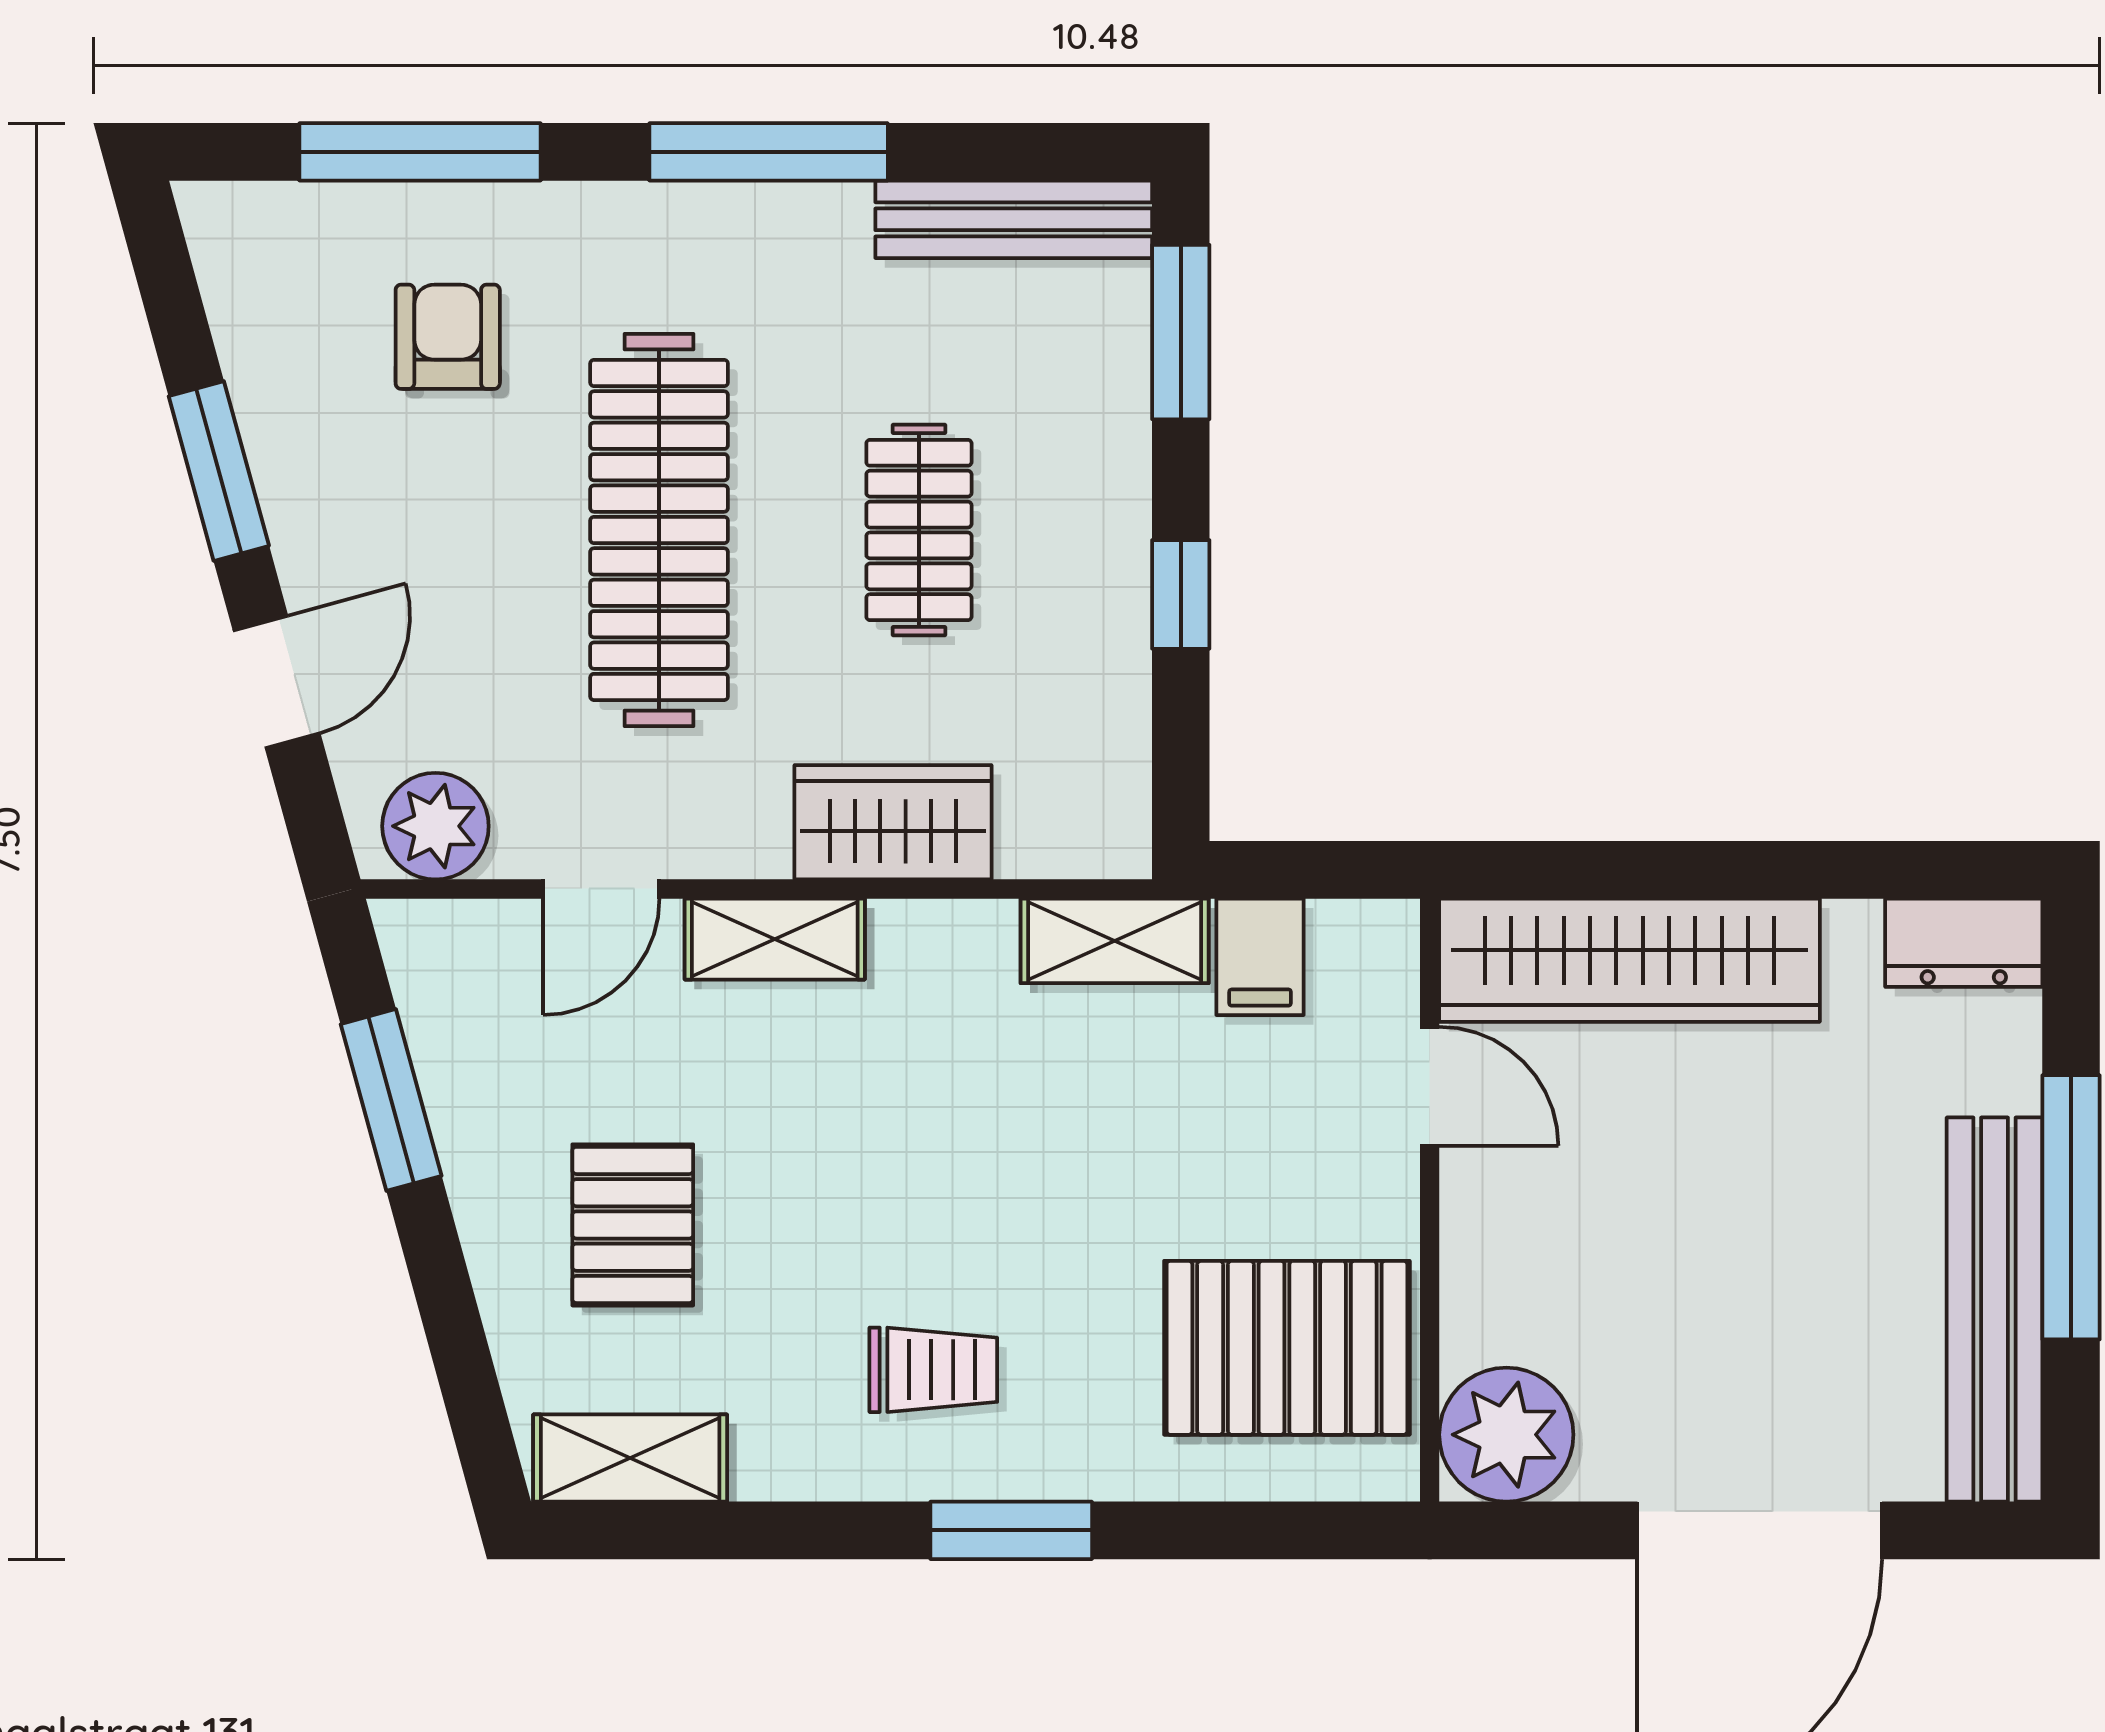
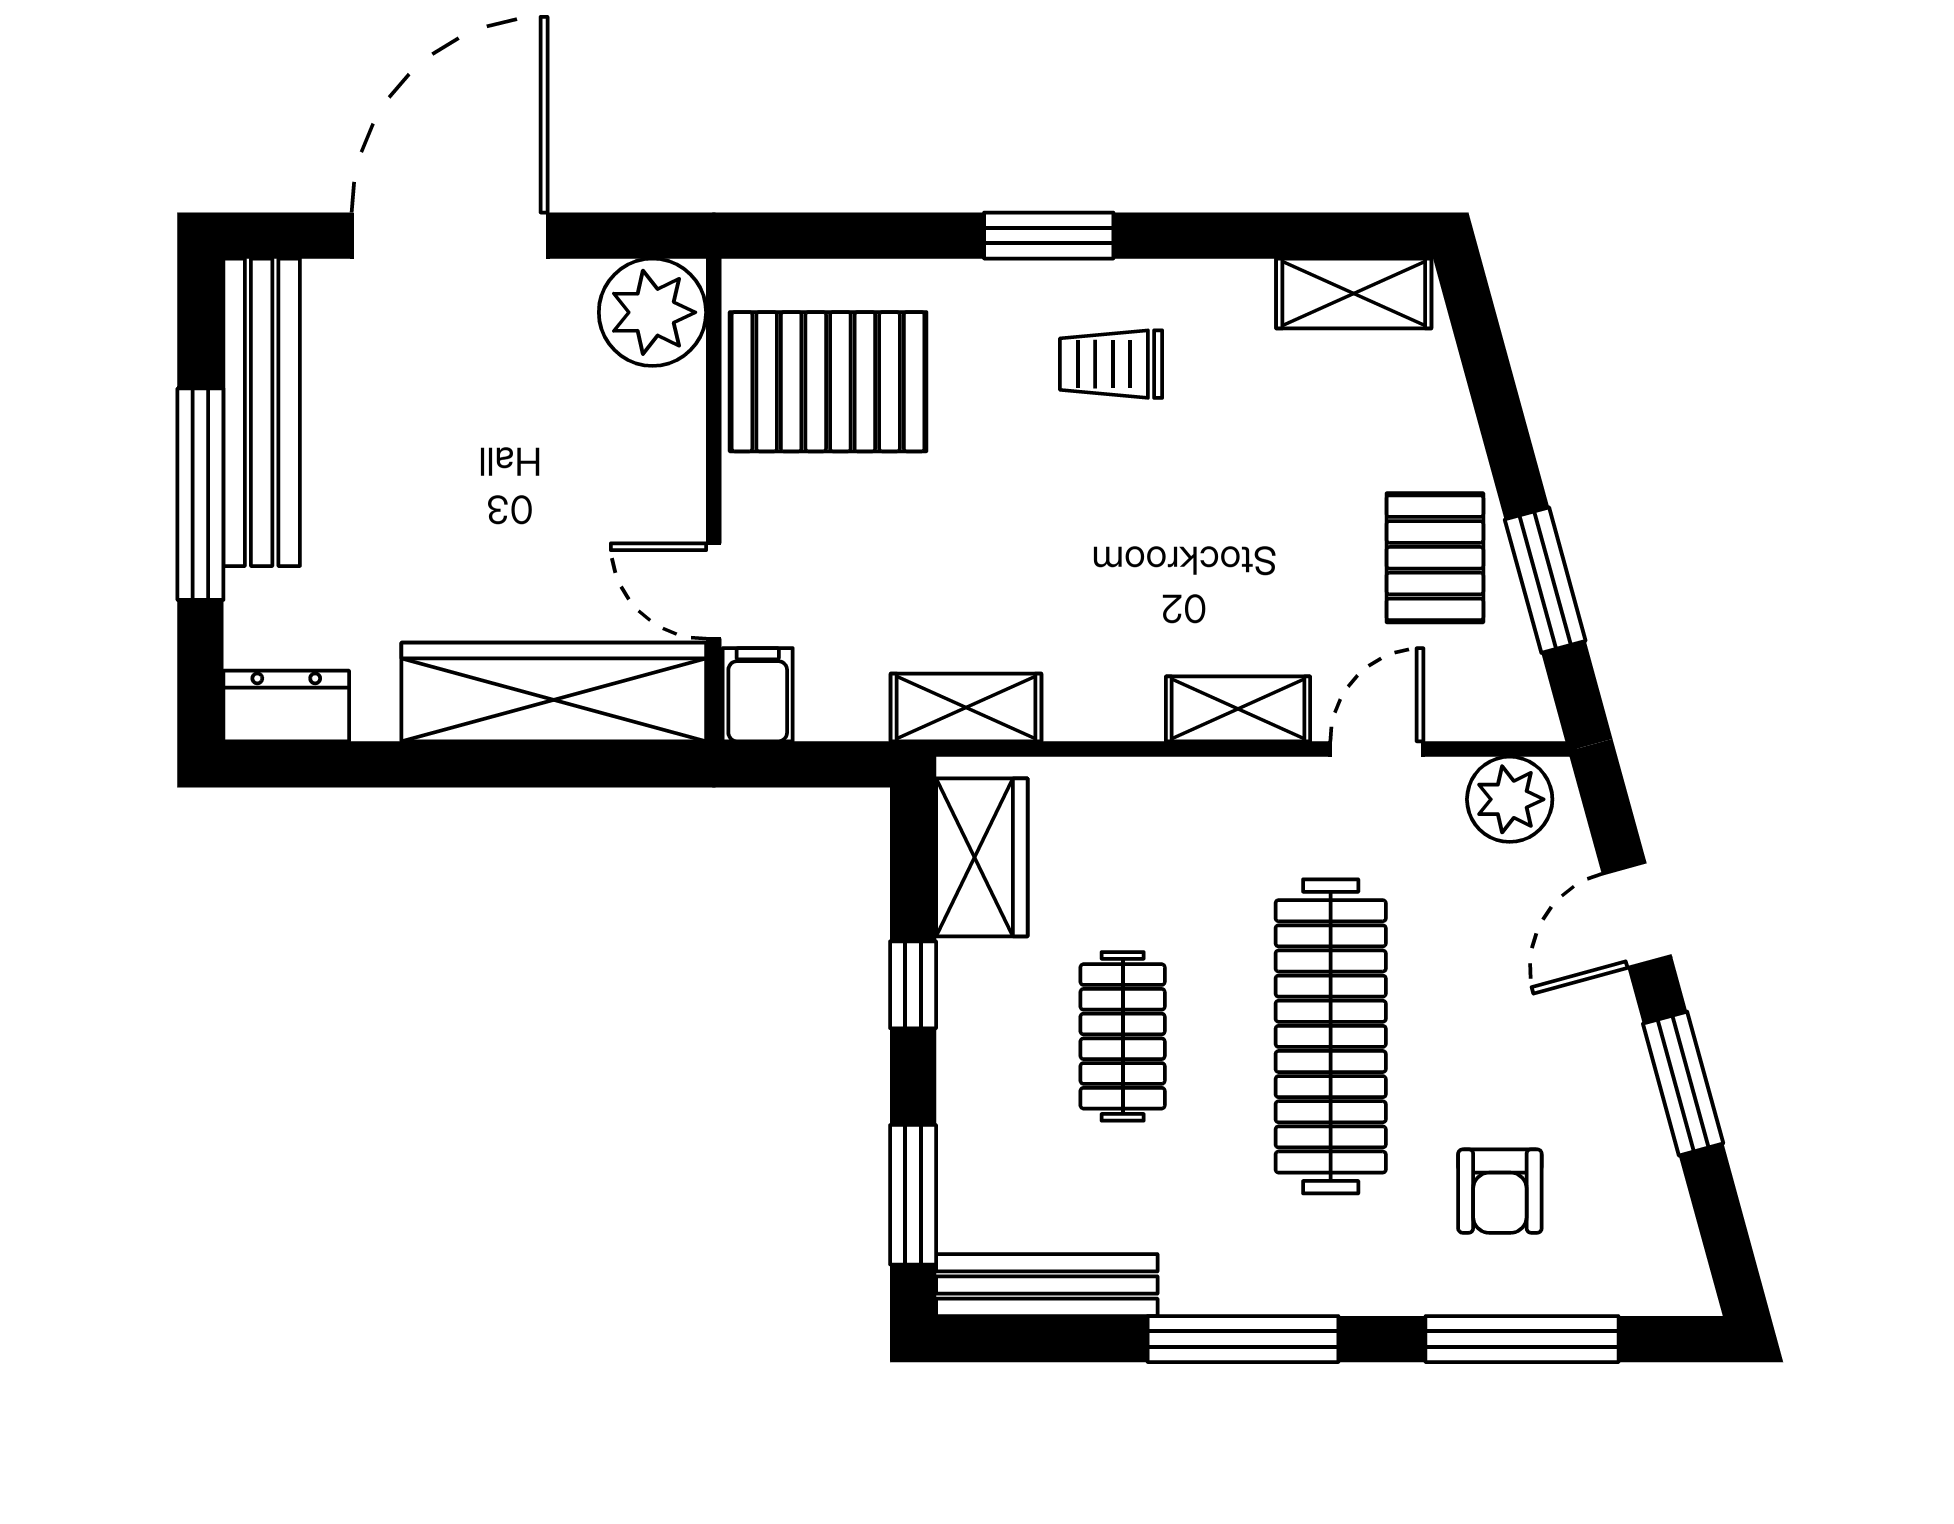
wardrobe: (893, 822) -> (982, 857), moved, turned -90
filing cabinet: (1260, 957) -> (758, 695), moved
pallet: (633, 1225) -> (1435, 558), moved

